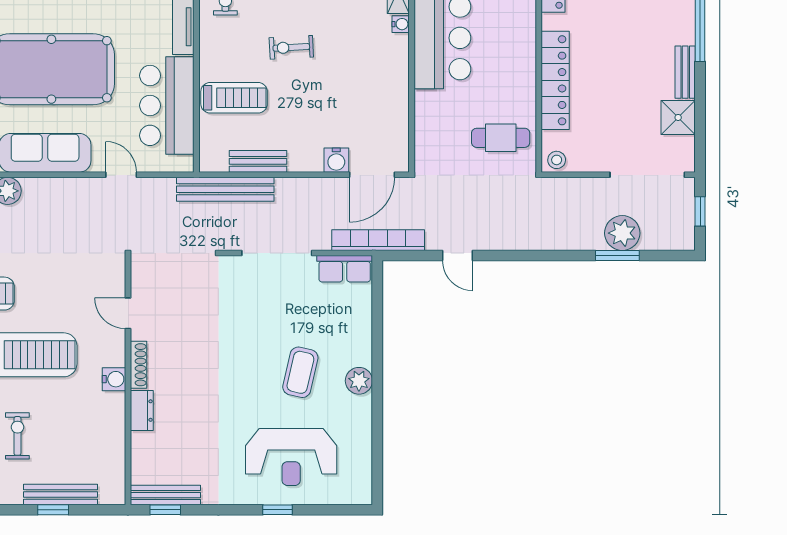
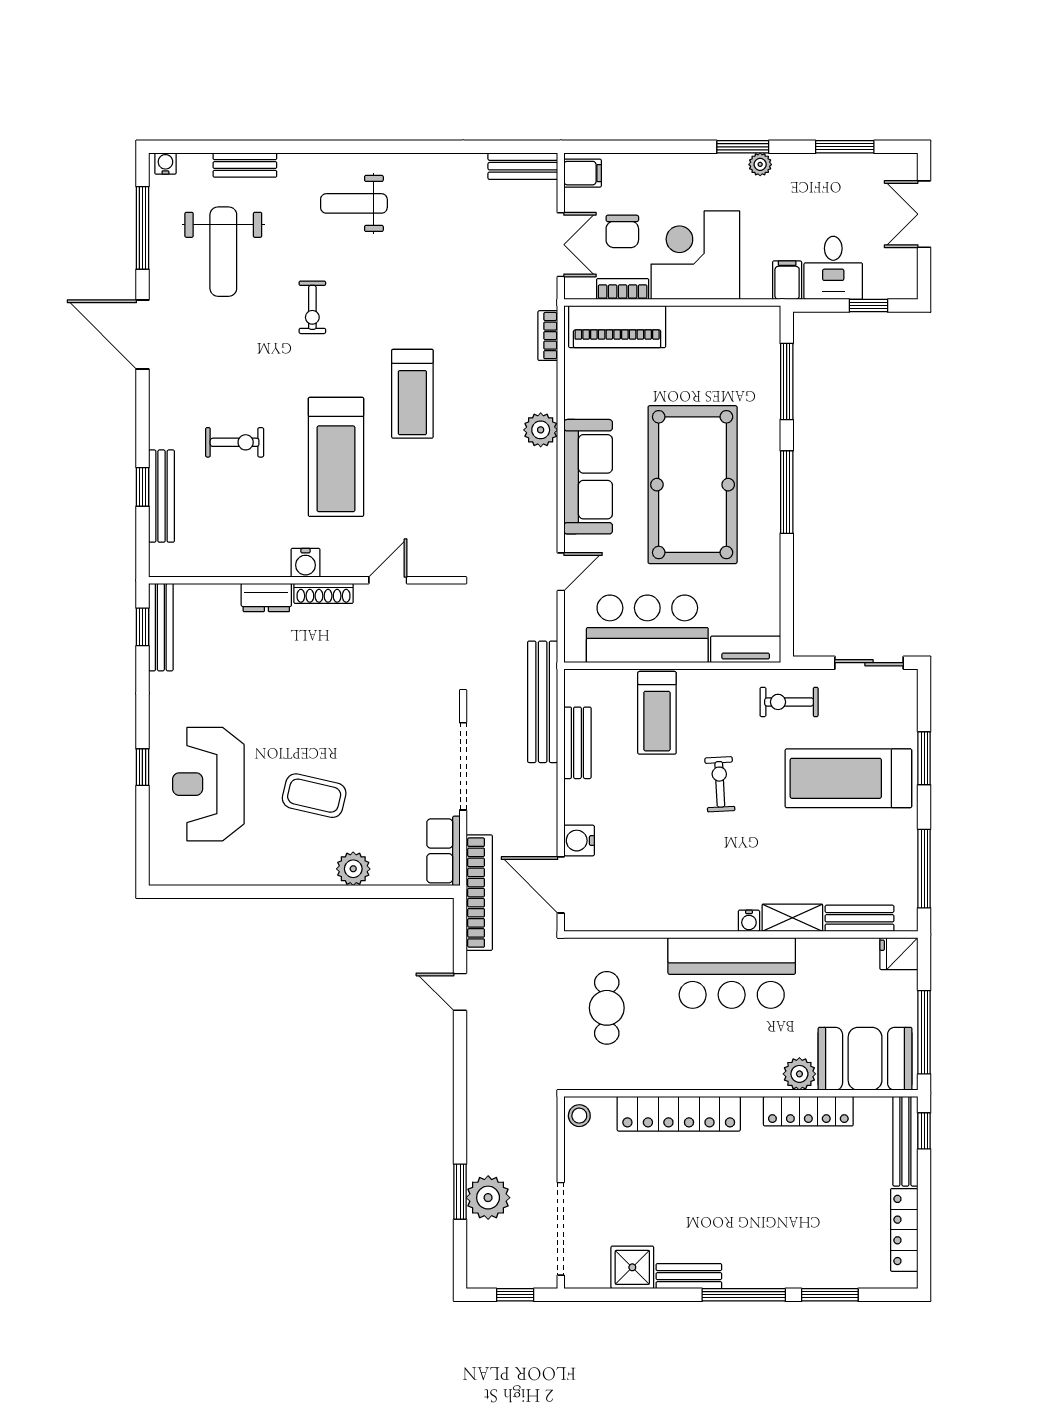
cafe table: (501, 138) -> (607, 1008), moved
door: (458, 255) -> (460, 992), hinge flipped
plant: (359, 381) -> (353, 869), moved

